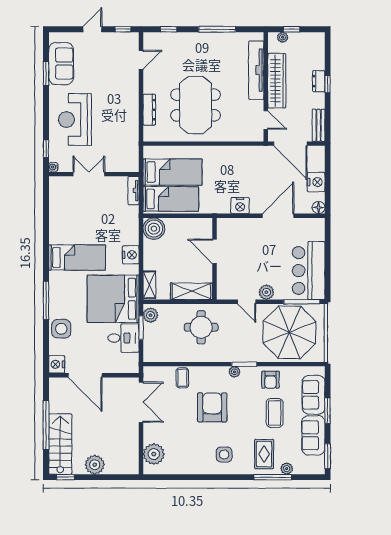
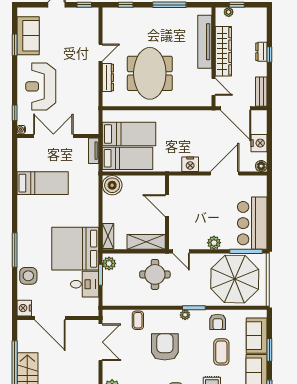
door: (141, 60) -> (100, 53), moved
double door: (89, 174) -> (53, 136), width x1.37
nightstand: (131, 255) -> (91, 209), removed
bed: (77, 258) -> (43, 183), moved
door: (247, 302) -> (181, 251), moved

